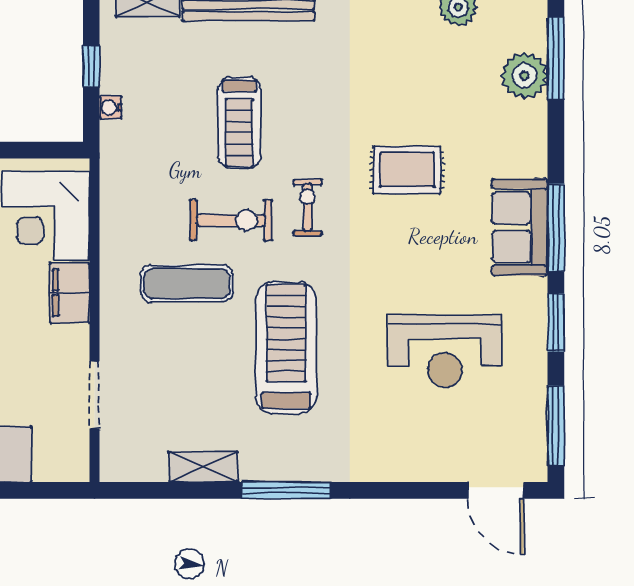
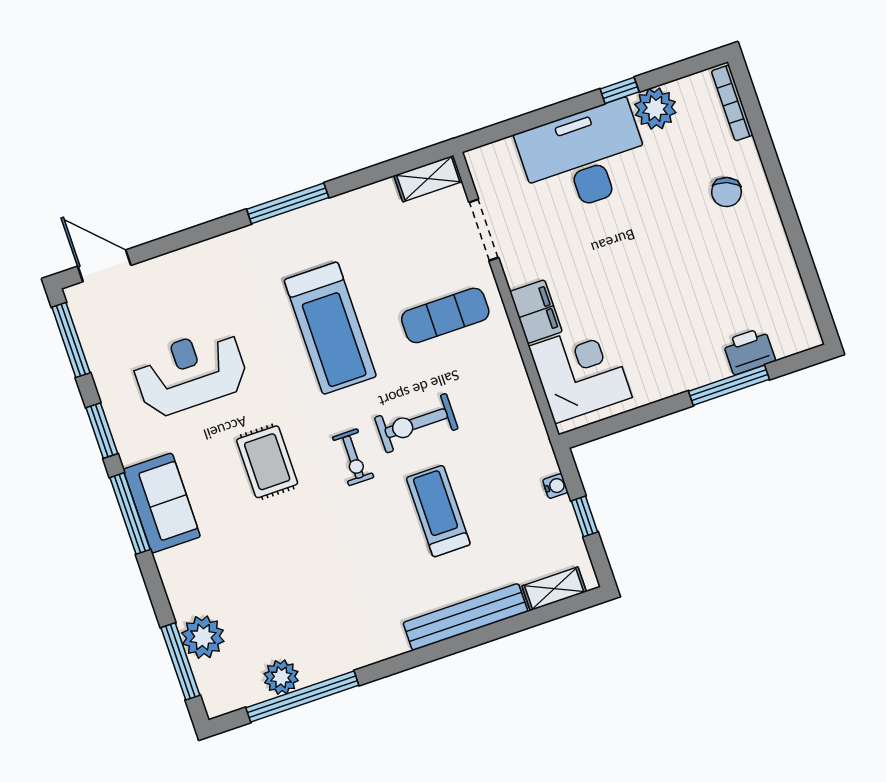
rug: (407, 170) -> (267, 462), moved, turned 90
exercise mat: (187, 283) -> (445, 315), moved
shelving: (203, 467) -> (428, 178), moved

